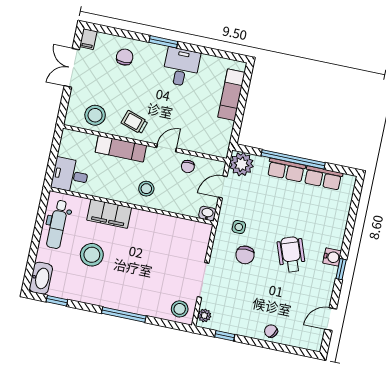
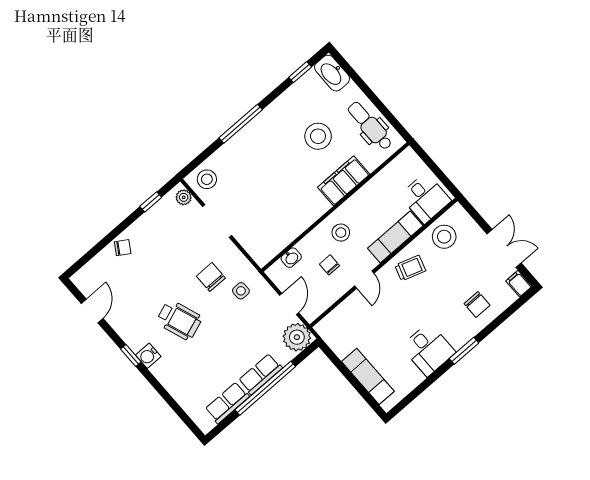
chair: (188, 166) -> (330, 265), moved
desk: (70, 175) -> (425, 198), moved, turned 90
washbasin: (207, 213) -> (291, 258), moved

